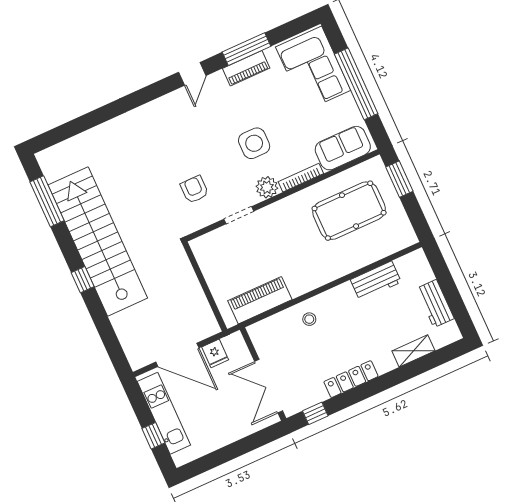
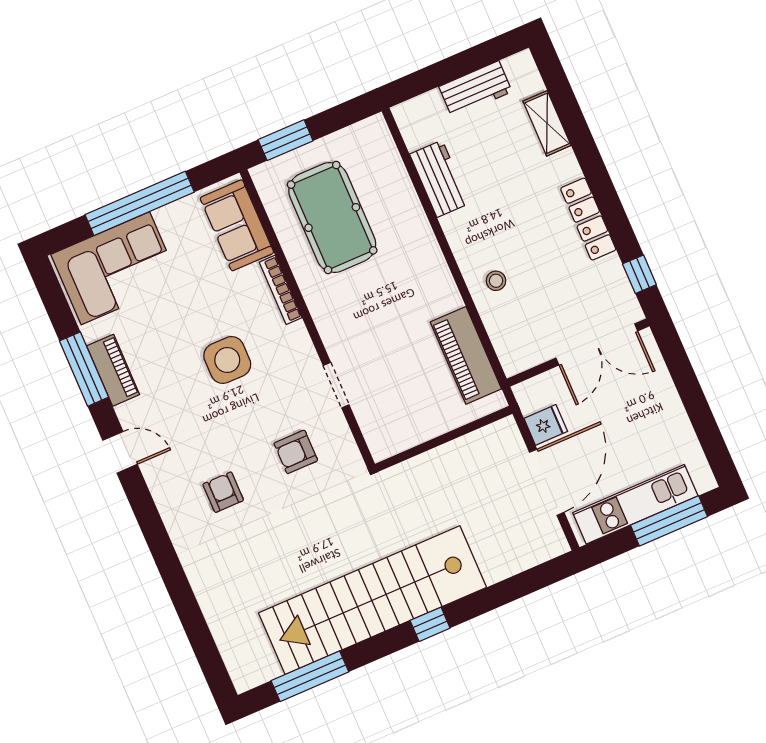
armchair: (167, 142) -> (223, 492), added
plant: (267, 187) -> (294, 342), removed
window: (153, 436) -> (669, 521), width x2.17

